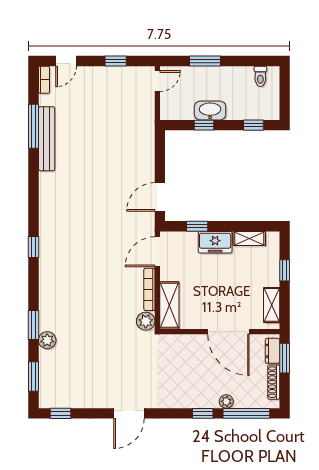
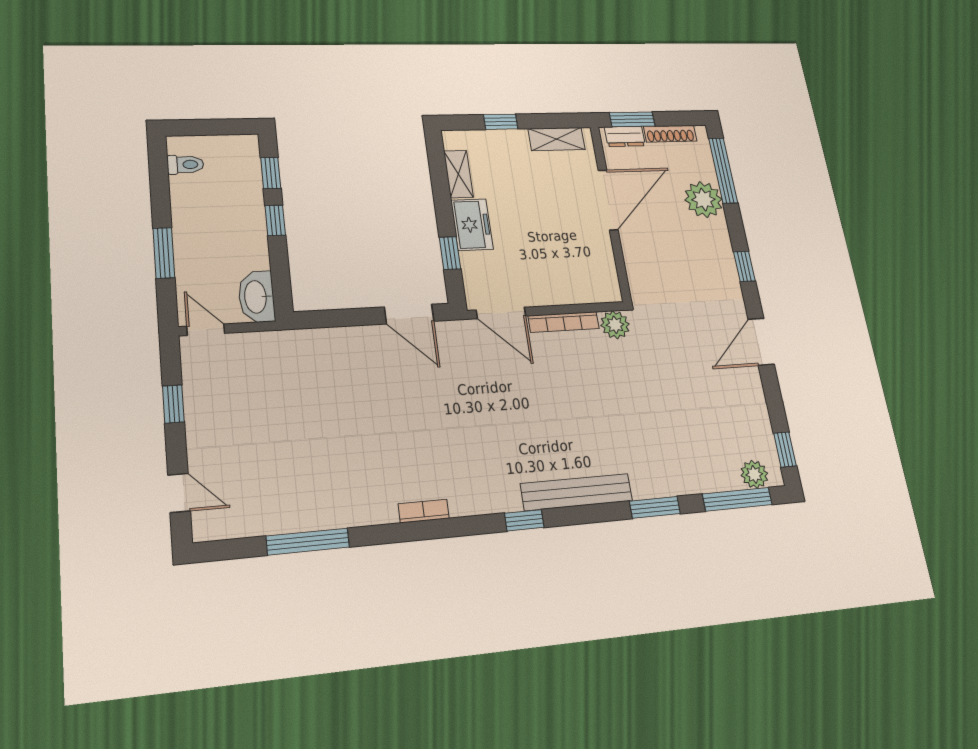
bookcase: (44, 80) -> (424, 511), moved
washbasin: (210, 111) -> (256, 297), moved
window: (204, 125) -> (275, 220), moved
bench: (47, 139) -> (577, 492), moved
shelving: (169, 305) -> (584, 290), removed
plant: (47, 340) -> (754, 474), moved
window: (33, 376) -> (737, 499), width x1.44
plant: (226, 401) -> (703, 200), width x1.88, depth x1.88
door: (129, 413) -> (761, 342), swing flipped
window: (203, 413) -> (744, 266), moved

